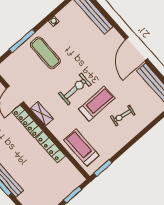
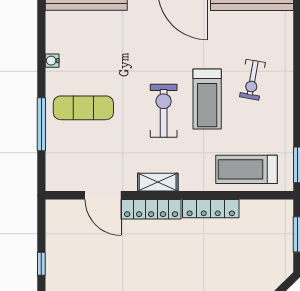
treadmill: (97, 103) -> (207, 99), turned 180

